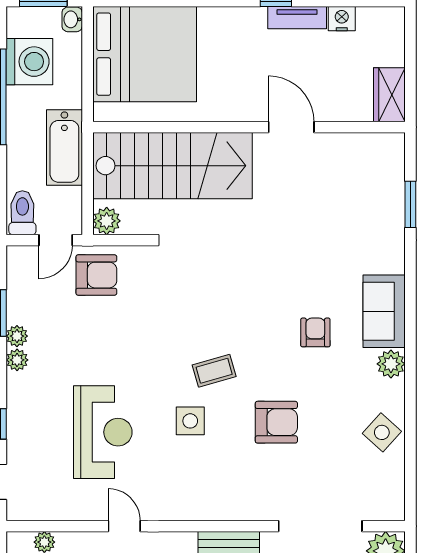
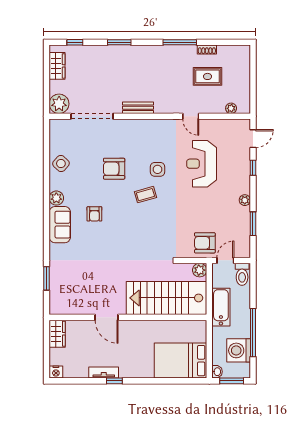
nightstand: (342, 19) -> (56, 372), moved
bed: (145, 54) -> (180, 361), width x0.73
plant: (17, 336) -> (245, 212), removed

